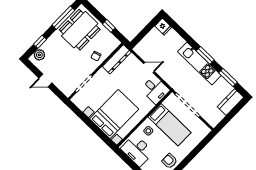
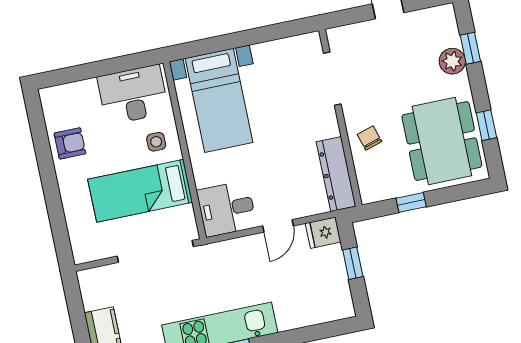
window: (63, 18) -> (486, 125), width x0.46
fridge: (163, 27) -> (323, 233), moved
window: (144, 32) -> (353, 263), added
plant: (39, 55) -> (452, 61), moved
bed with nightstands: (114, 114) -> (219, 100), width x0.73

